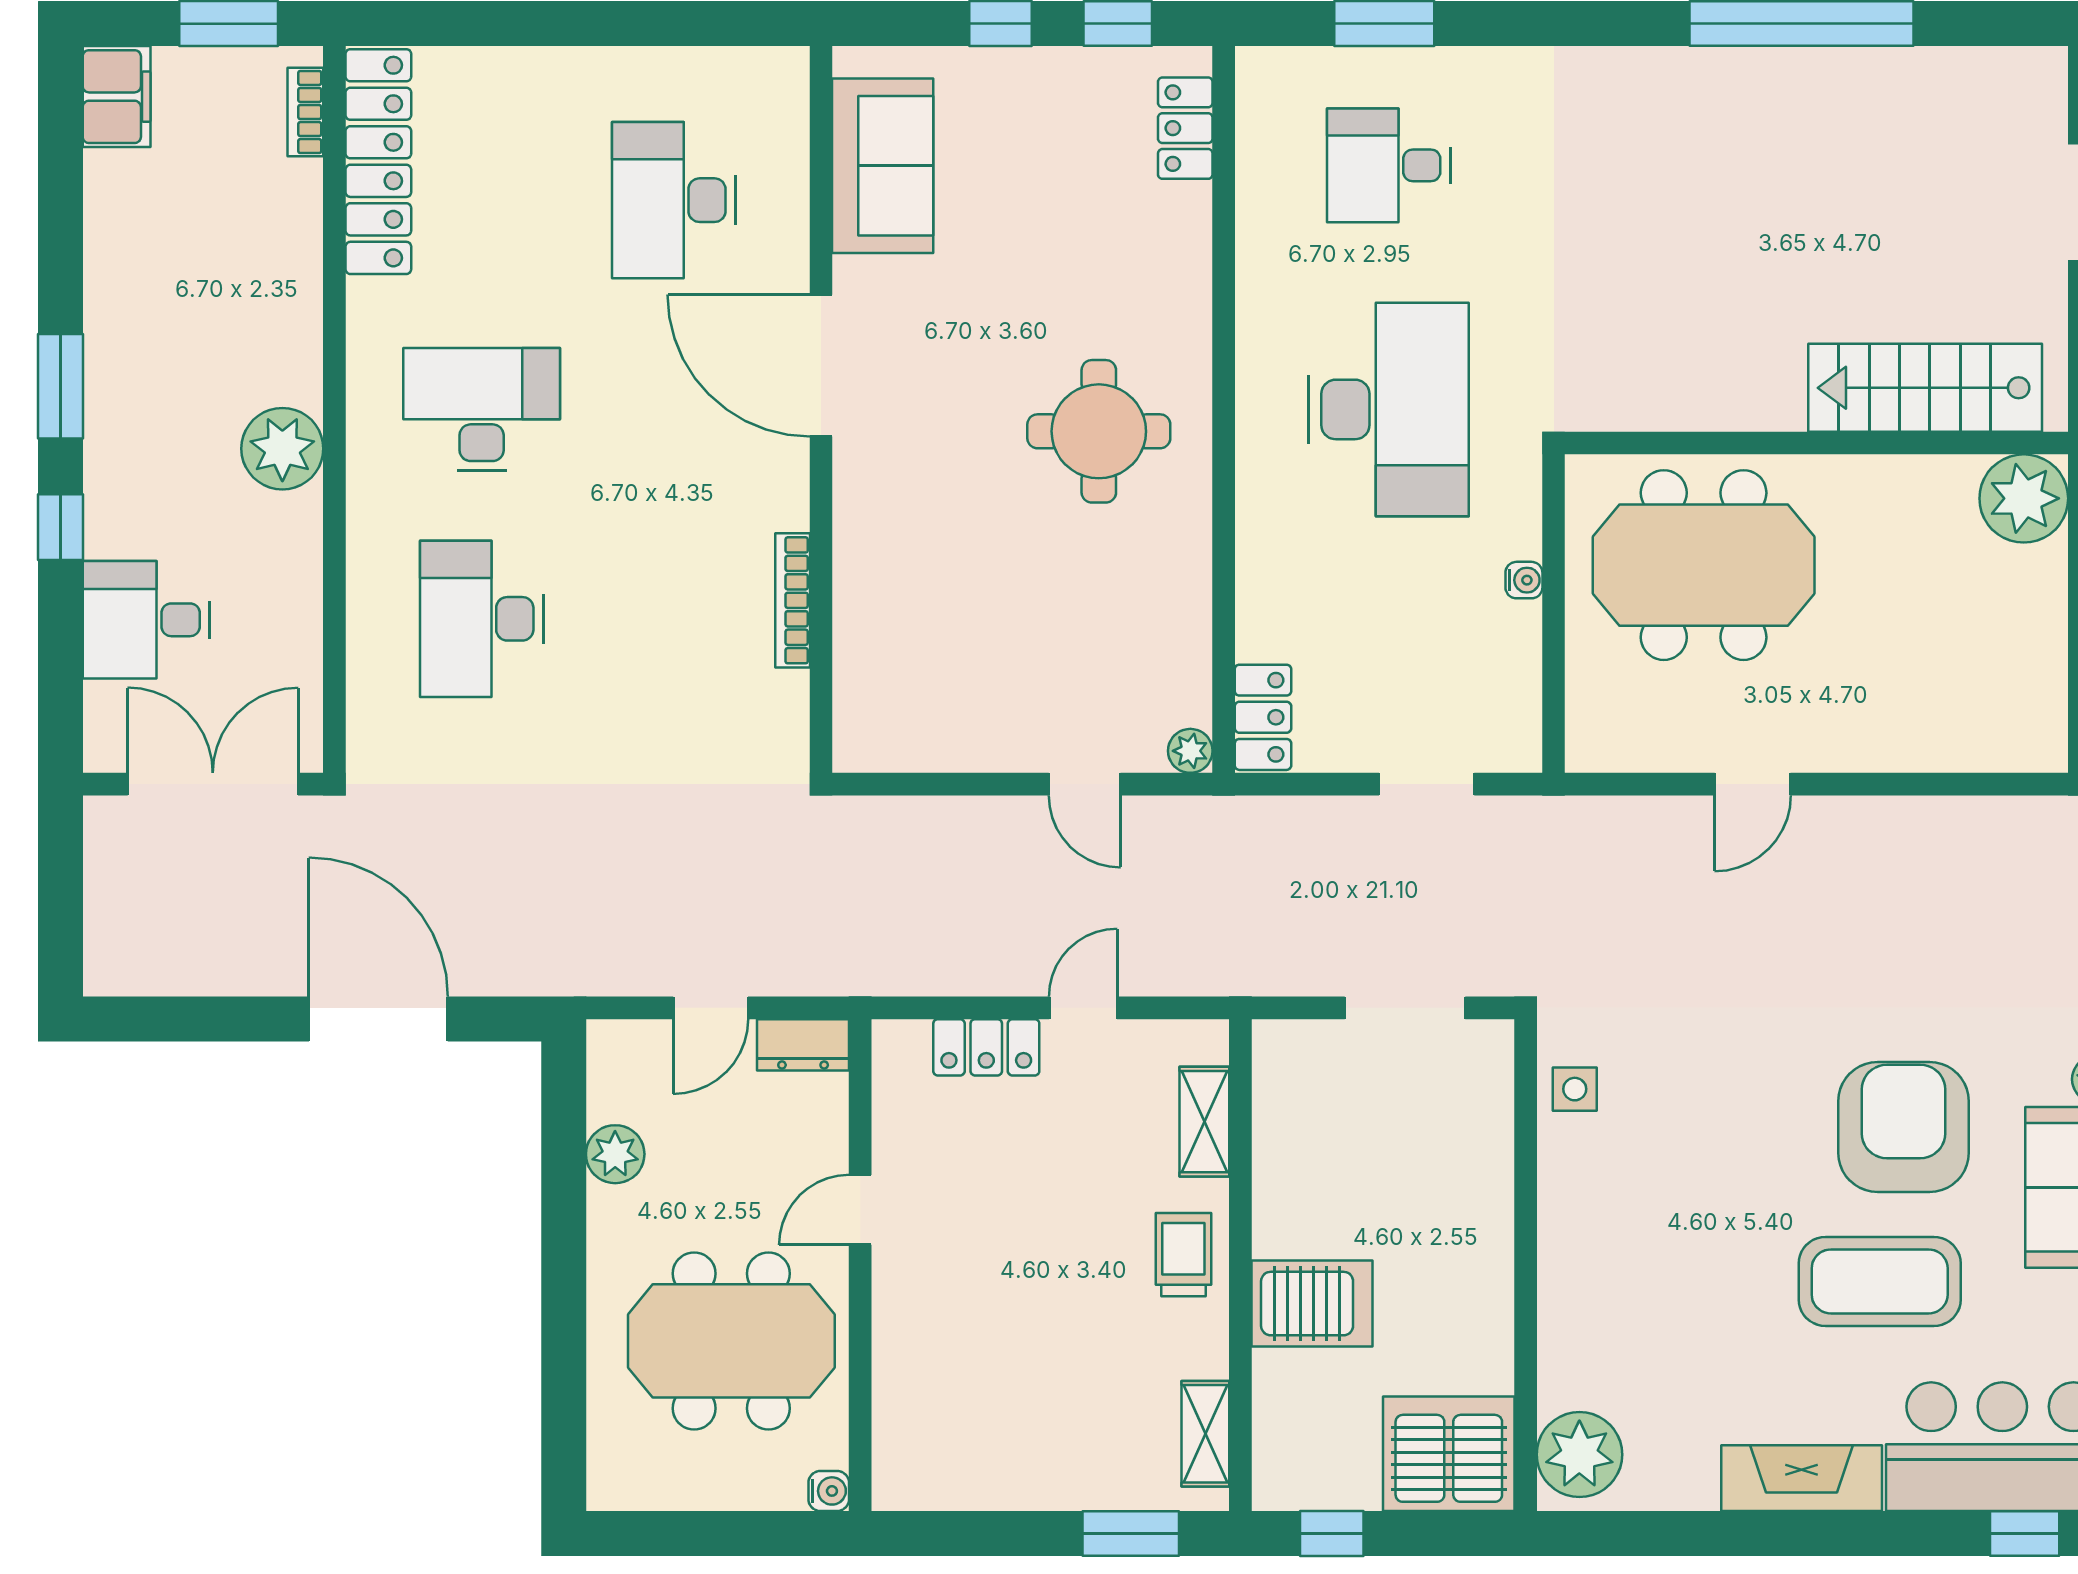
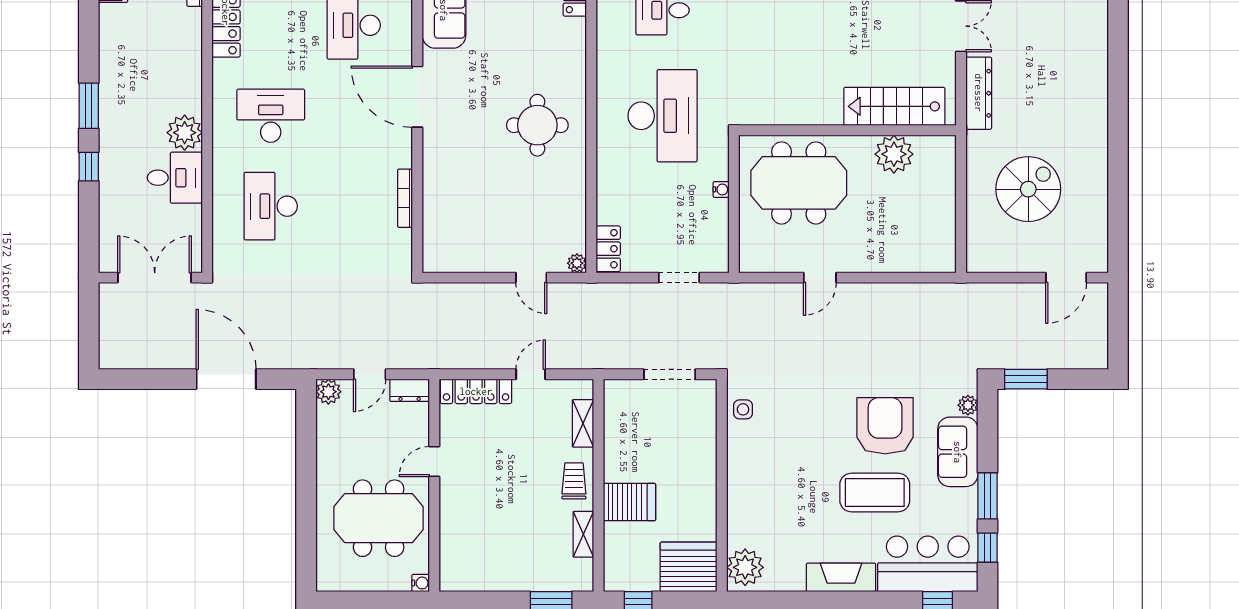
plant: (2024, 498) -> (894, 154), moved
desk: (146, 620) -> (175, 178), moved, turned 180
locker: (986, 1047) -> (476, 391), width x1.53
plant: (615, 1154) -> (328, 392), moved
shelving: (1205, 1434) -> (583, 534), moved

